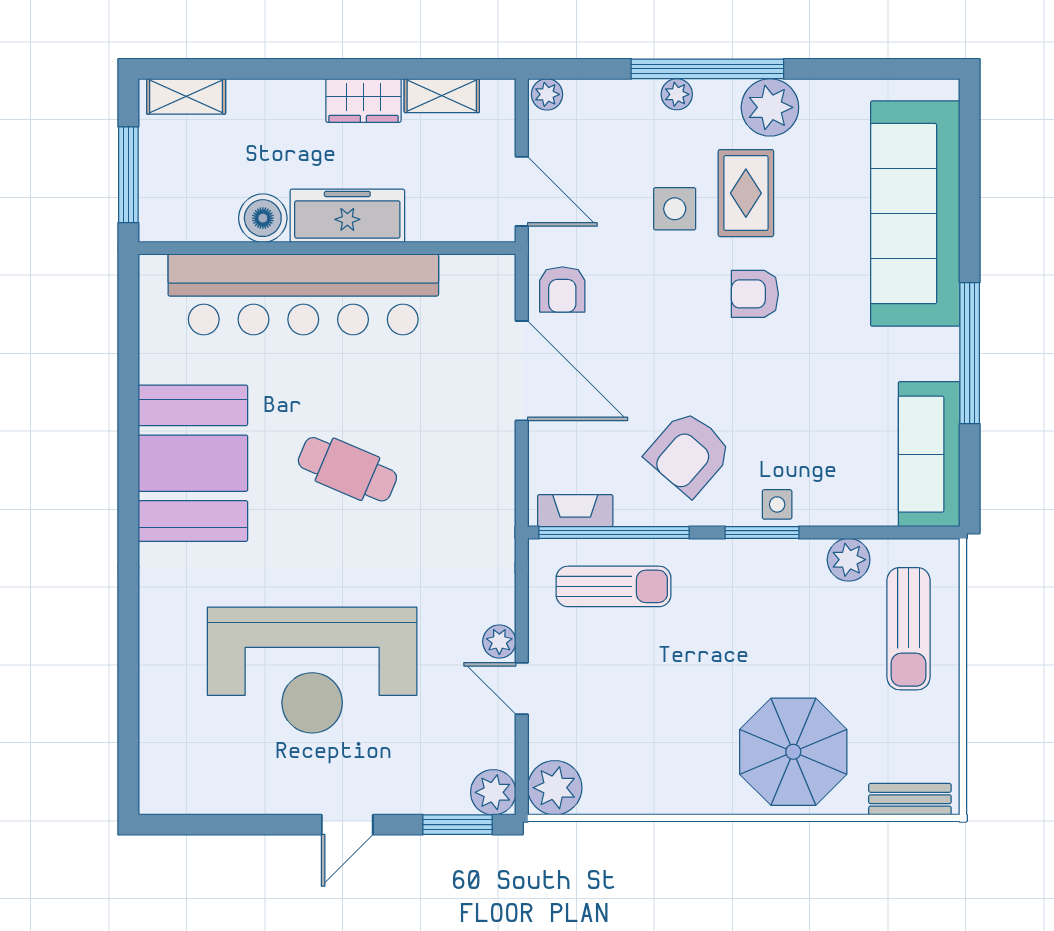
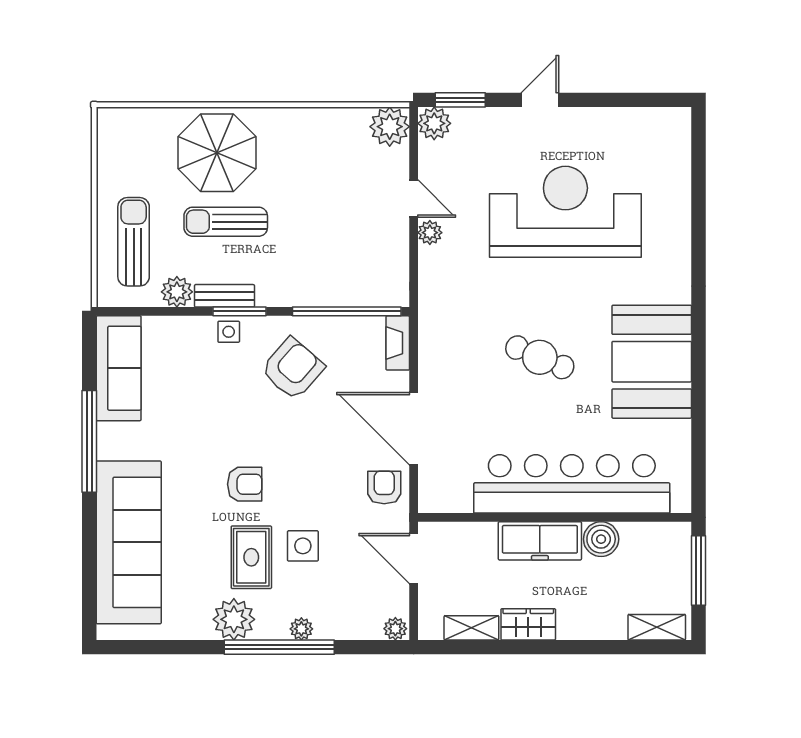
fireplace: (575, 511) -> (398, 343), moved, turned 90
sun lounger: (613, 586) -> (226, 222), moved
bench: (910, 799) -> (224, 296), moved

